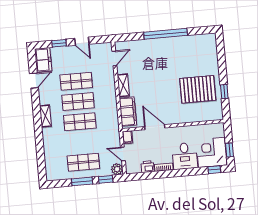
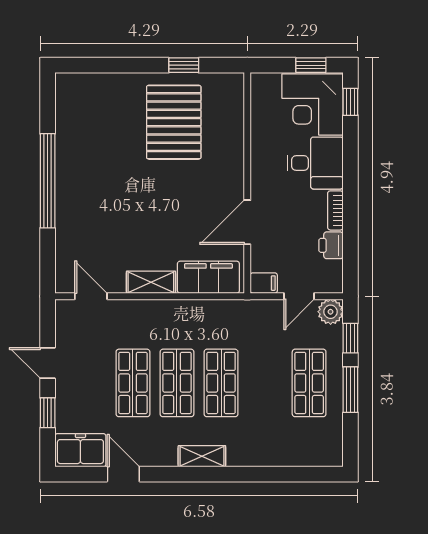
door: (82, 41) -> (48, 363), swing flipped

